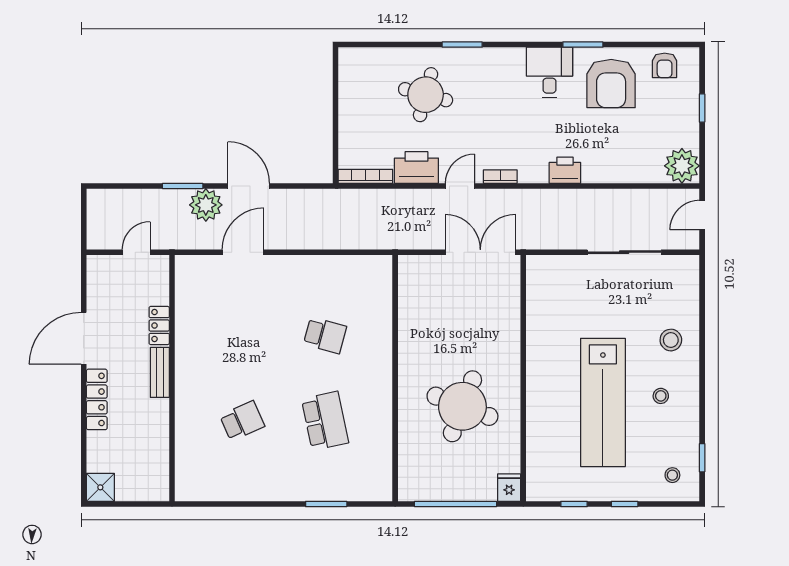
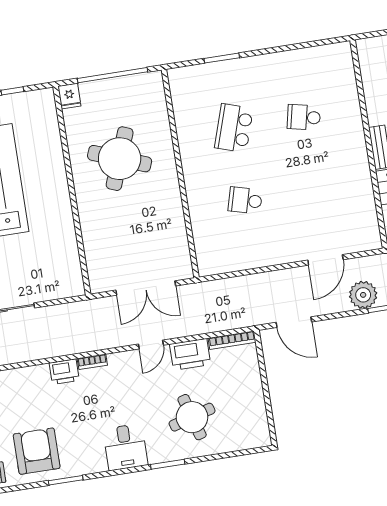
desk: (549, 72) -> (125, 447), moved
round table: (426, 95) -> (192, 417), turned -31
bookcase: (500, 177) -> (92, 362), moved
door: (249, 186) -> (294, 322), moved
double door: (480, 252) -> (146, 288), moved
school desk: (242, 421) -> (304, 117), turned 36
school desk: (325, 421) -> (234, 128), turned 30

